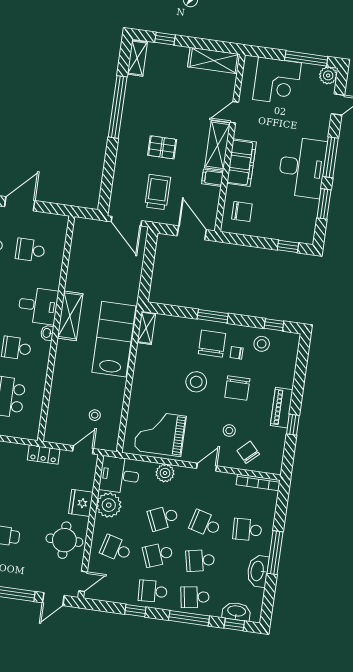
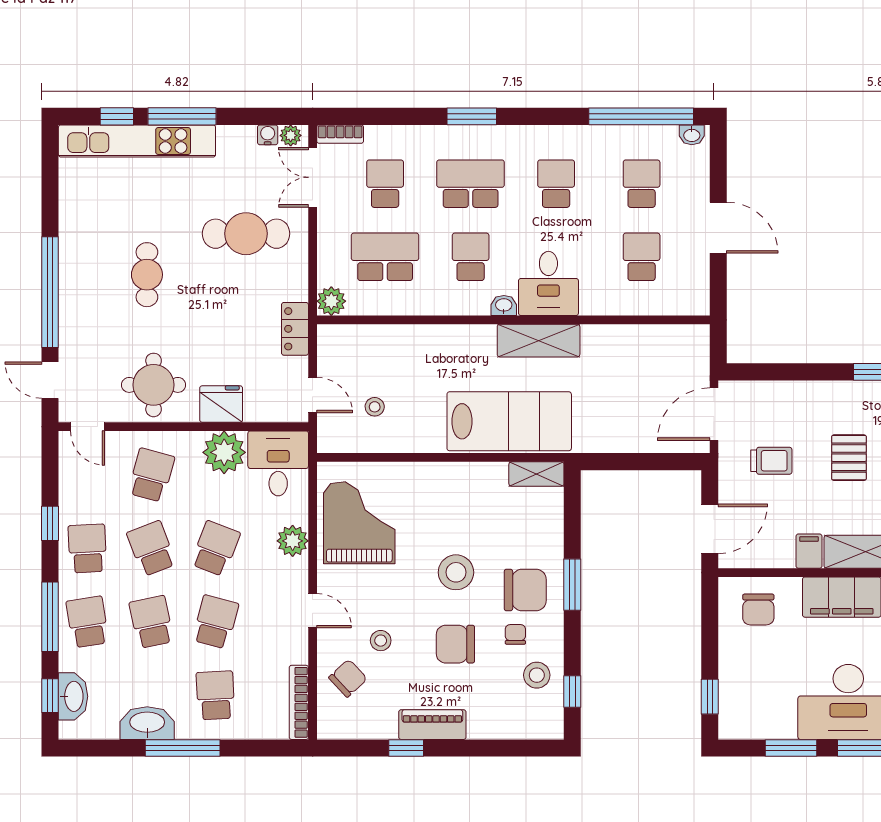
trolley: (158, 192) -> (771, 461), width x0.73, depth x0.72
plant: (31, 431) -> (331, 301), added
school desk: (163, 518) -> (215, 548), turned 45

